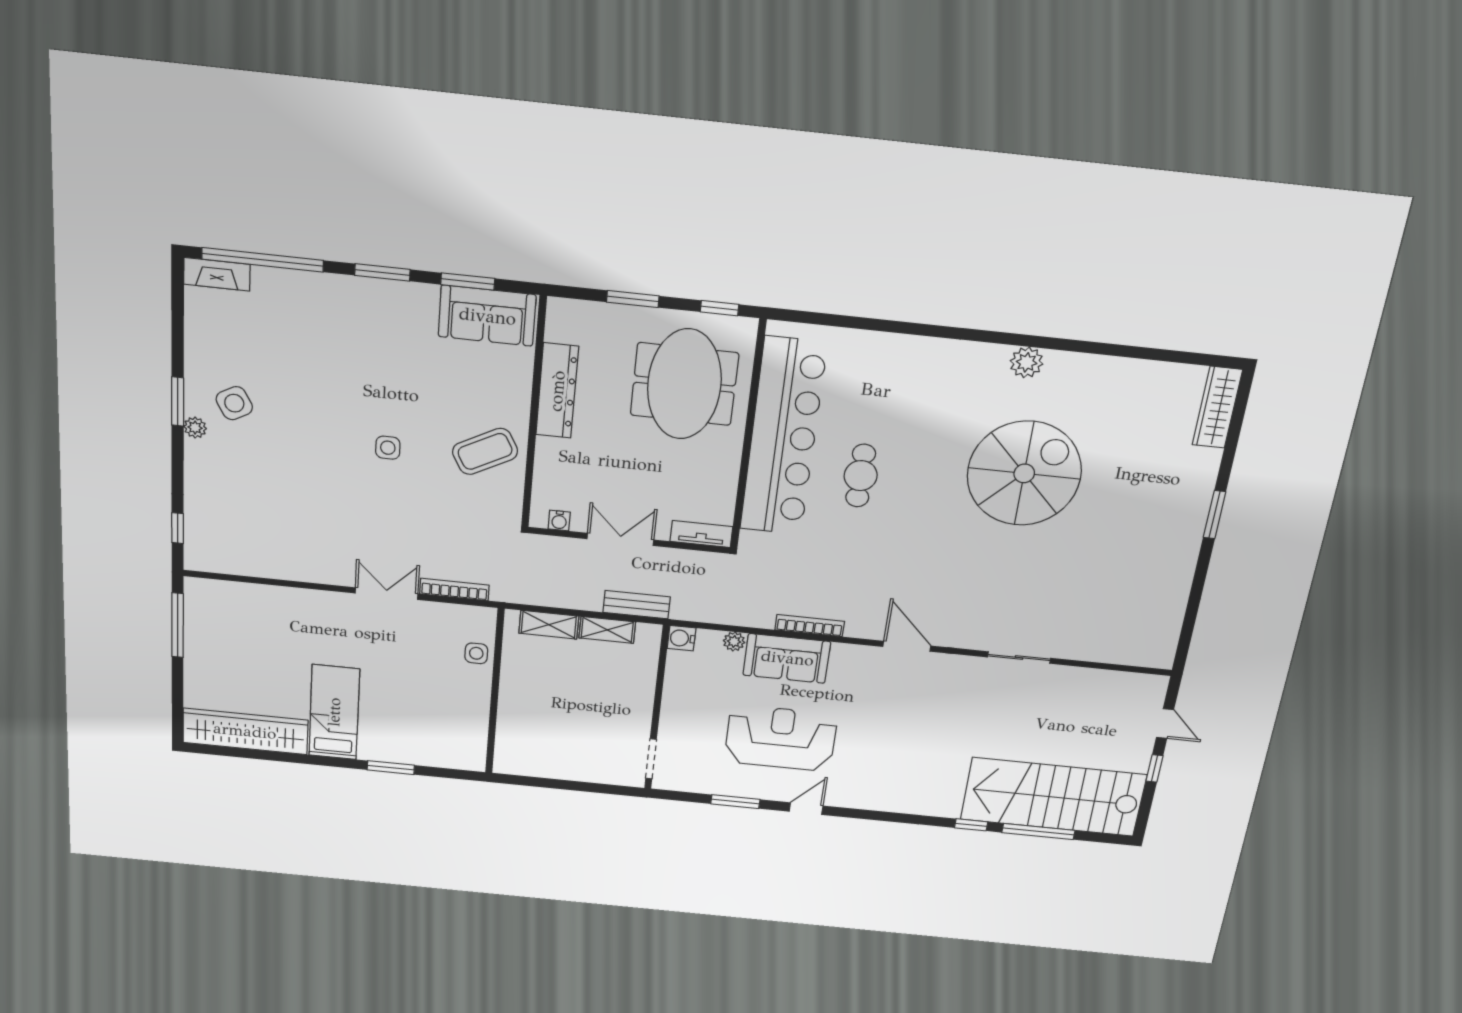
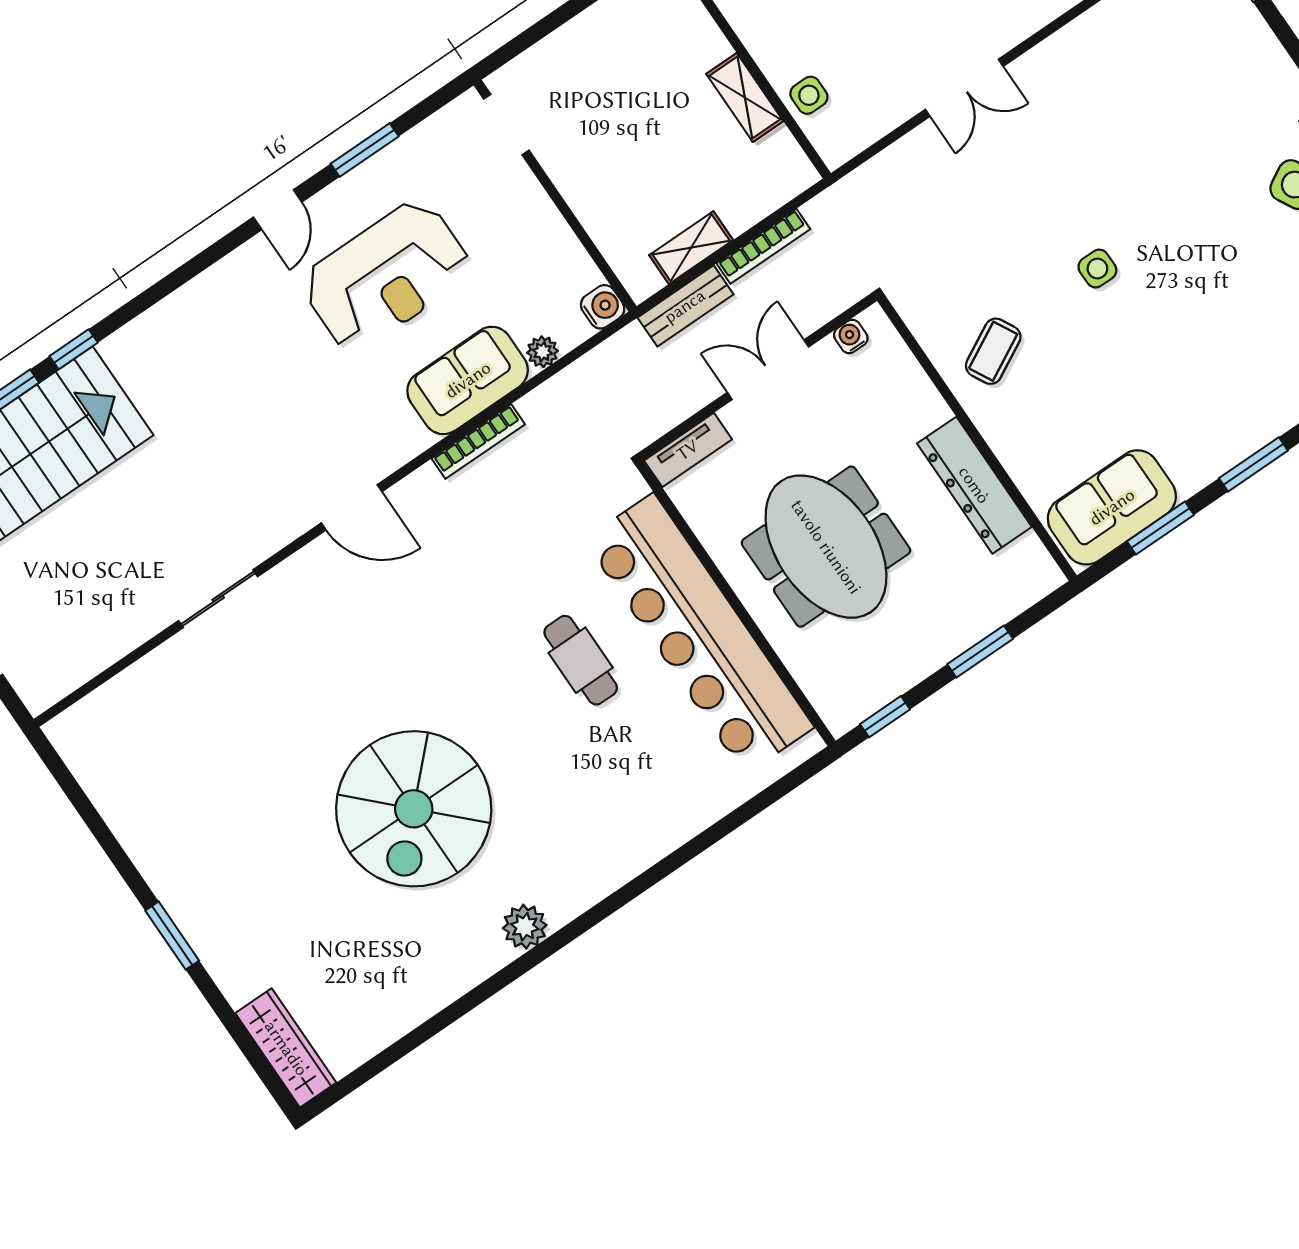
meeting table: (684, 384) -> (826, 547), moved
coffee table: (485, 451) -> (993, 351), width x0.73, depth x0.77
double door: (620, 539) -> (768, 370), swing flipped
bookcase: (454, 590) -> (763, 246), moved
shelving: (549, 625) -> (745, 97), moved, turned 90

